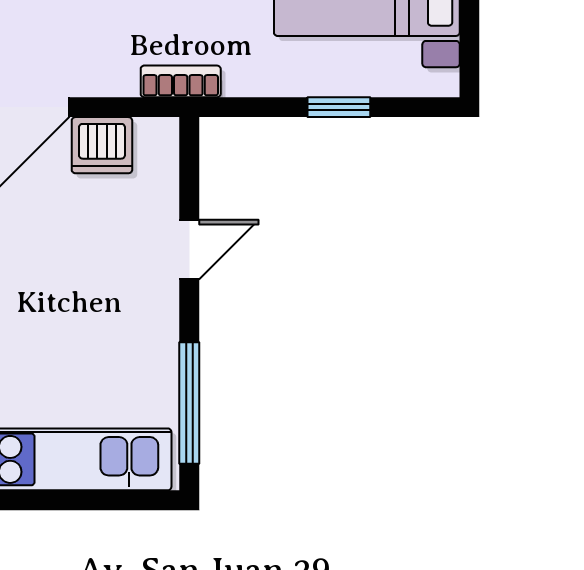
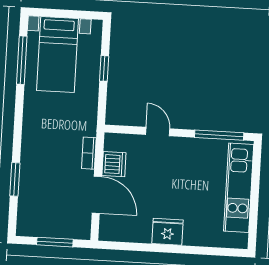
bookcase: (181, 81) -> (89, 153), moved

